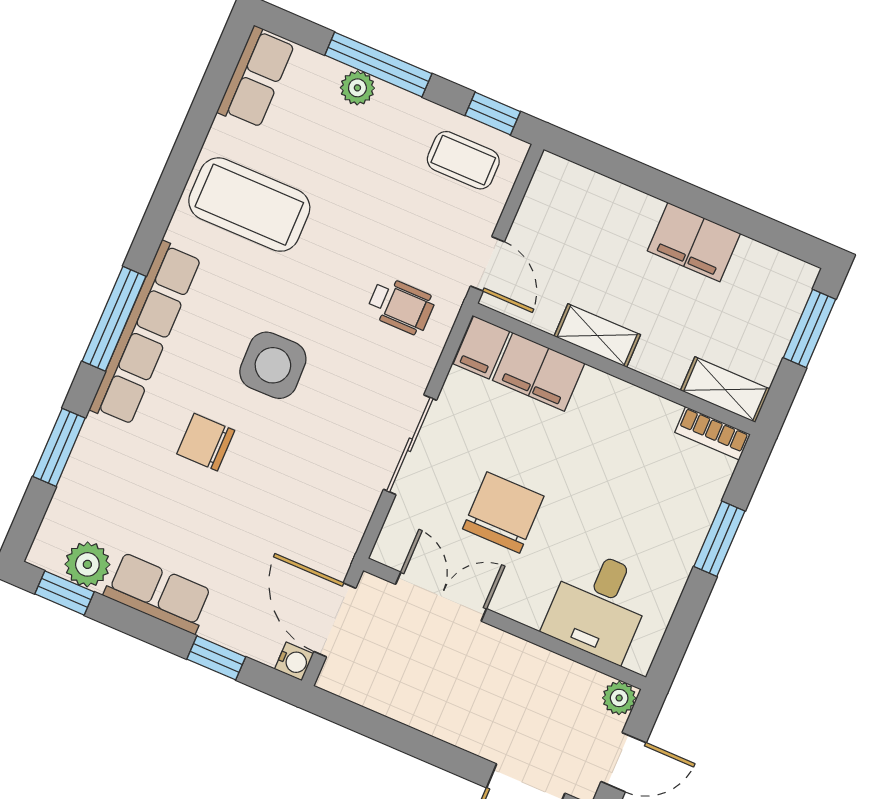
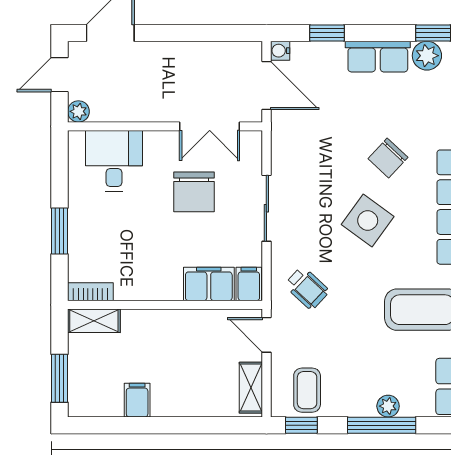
coffee table: (463, 160) -> (307, 390), turned 90
filing cabinet: (694, 242) -> (137, 400), width x0.50
wheelchair: (401, 306) -> (307, 288), turned -137
shelving: (597, 335) -> (251, 388), moved, turned 90
side table: (273, 365) -> (368, 221), turned 37
chair: (206, 442) -> (388, 158), turned 133

